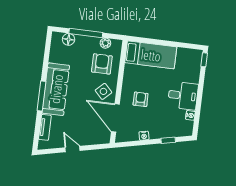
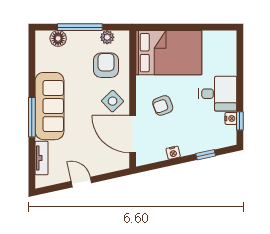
bed: (151, 55) -> (169, 53), width x1.50
window: (204, 60) -> (240, 121), moved
armchair: (141, 99) -> (163, 105), turned -110

